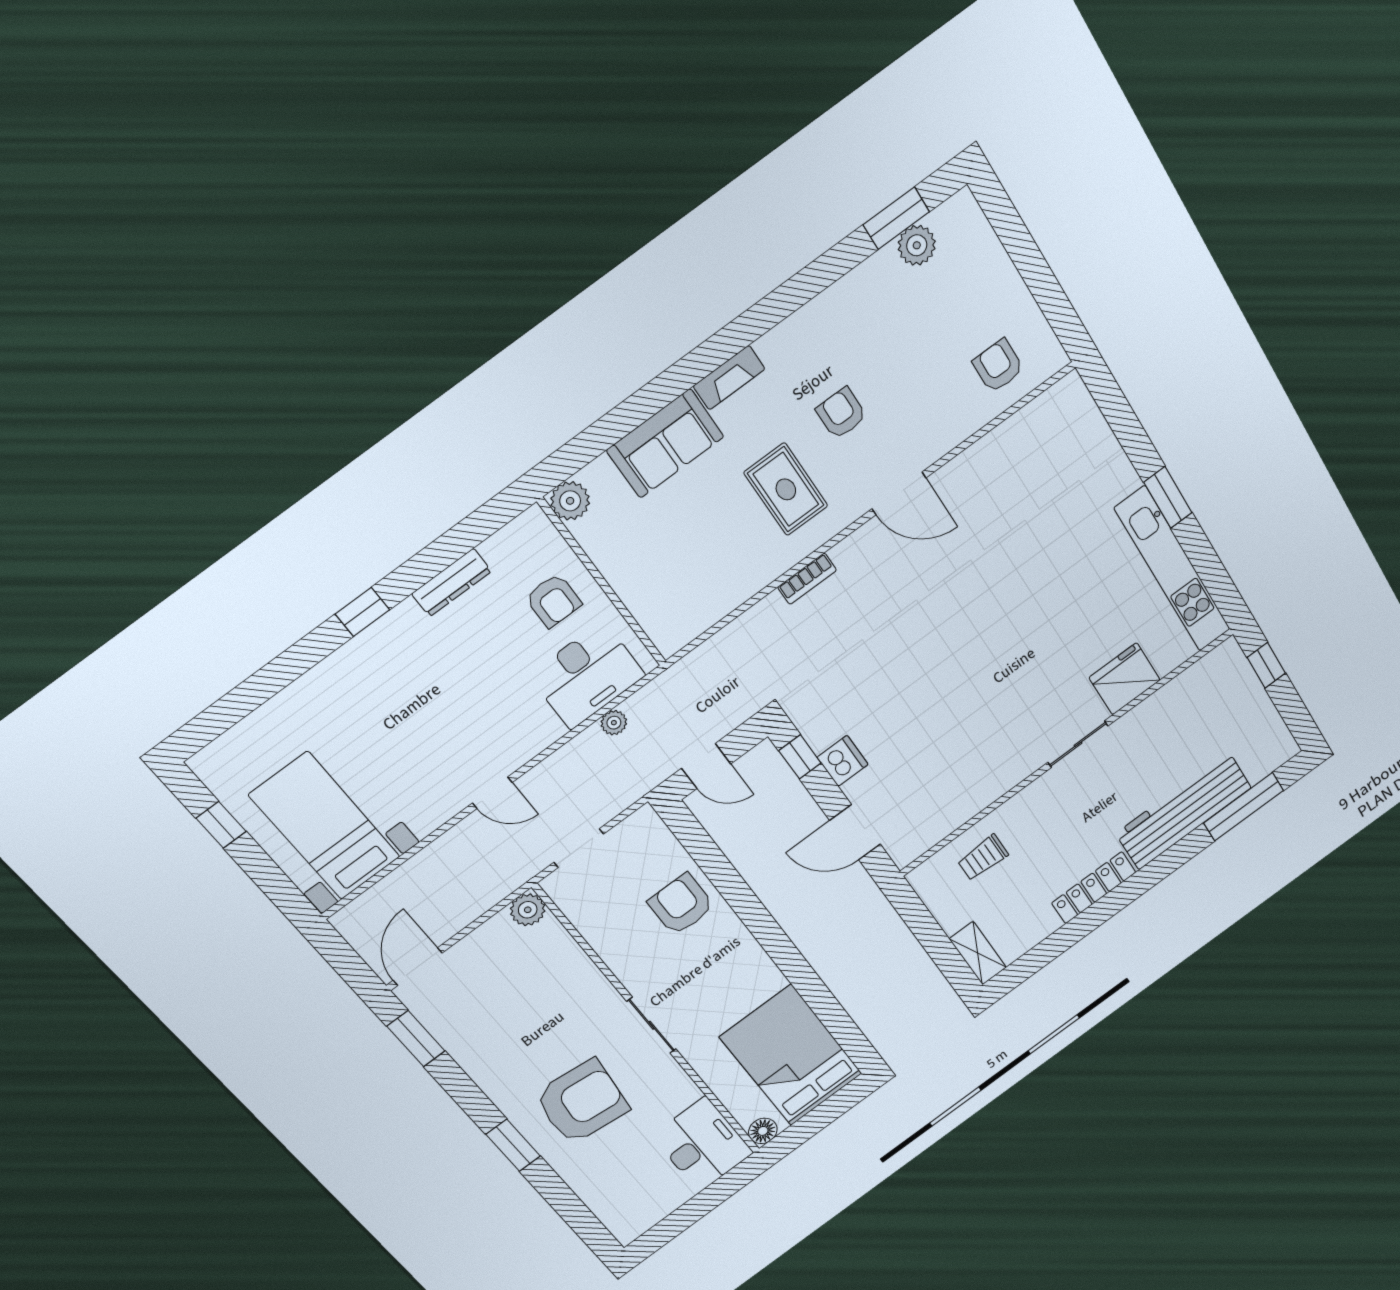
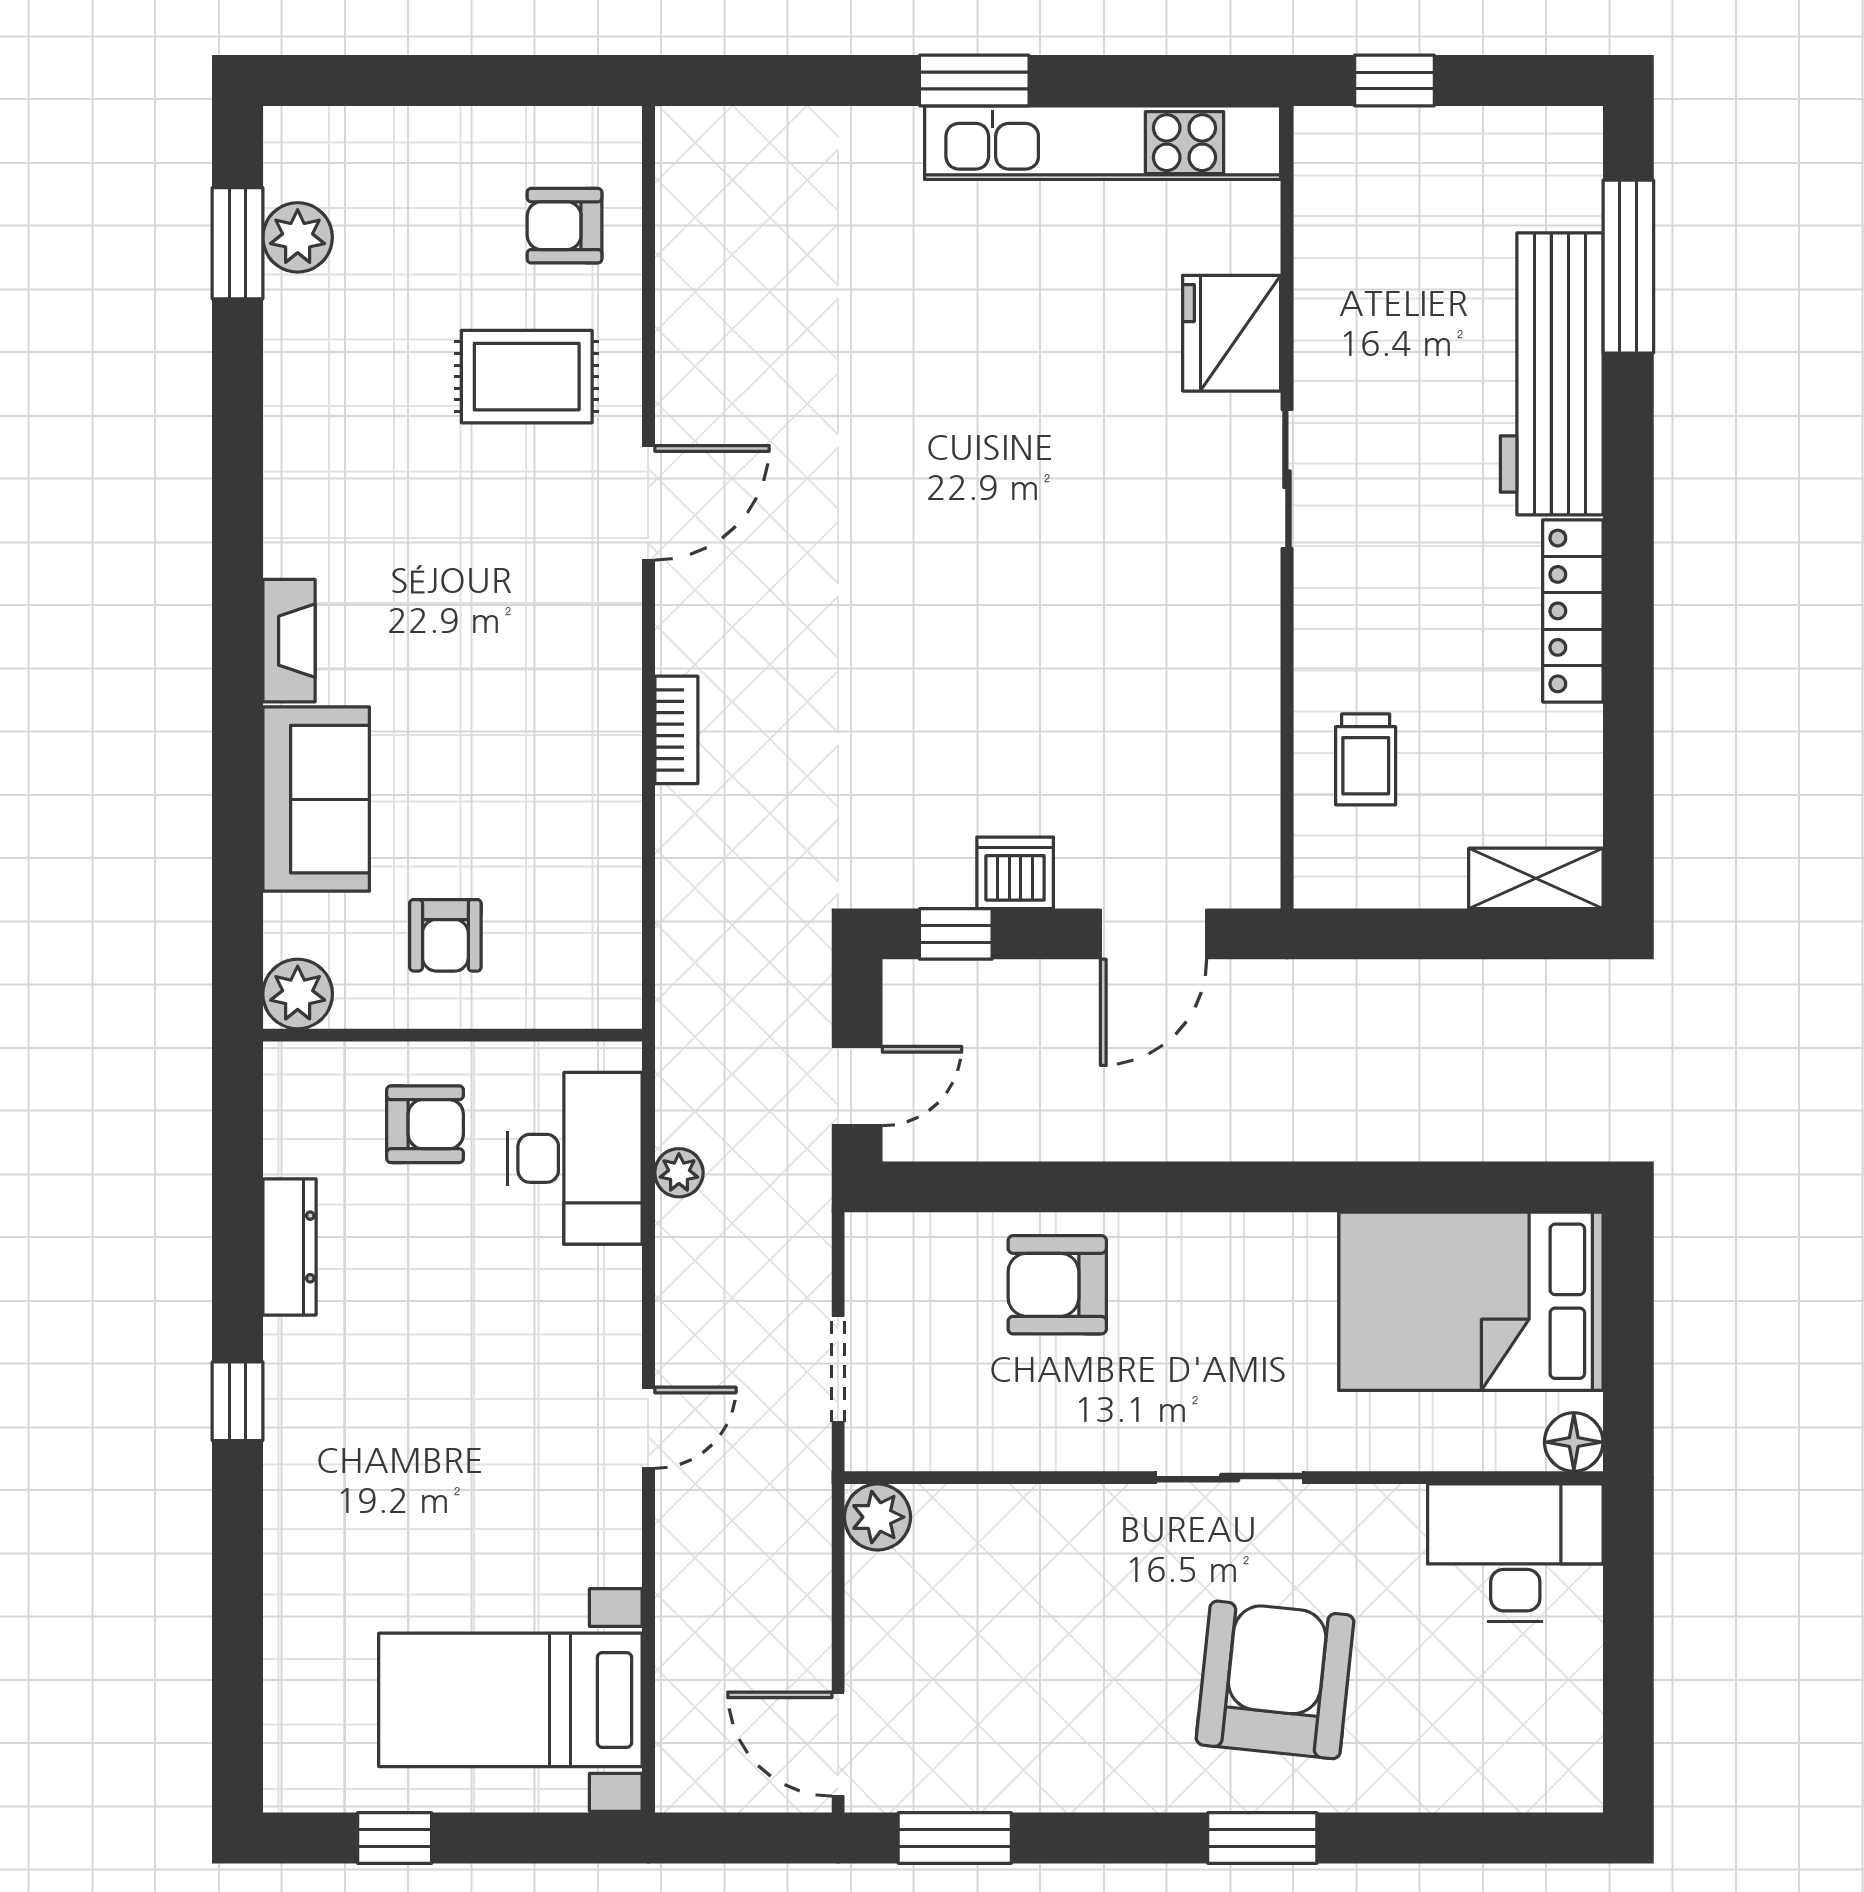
armchair: (841, 413) -> (445, 935), moved, turned -90
rug: (786, 489) -> (527, 377), moved

